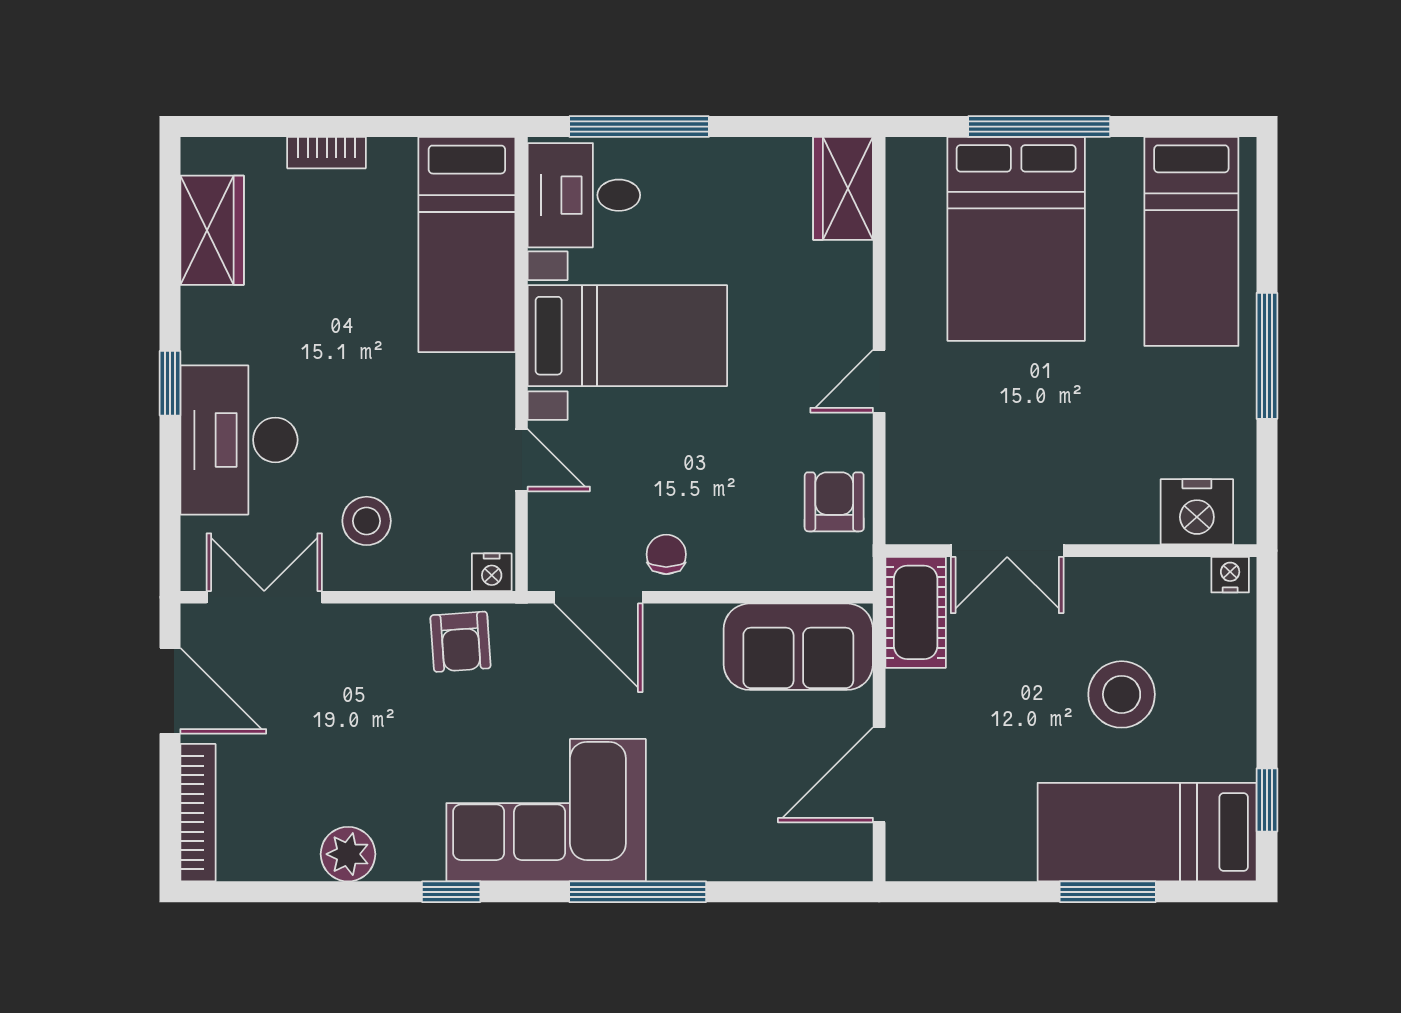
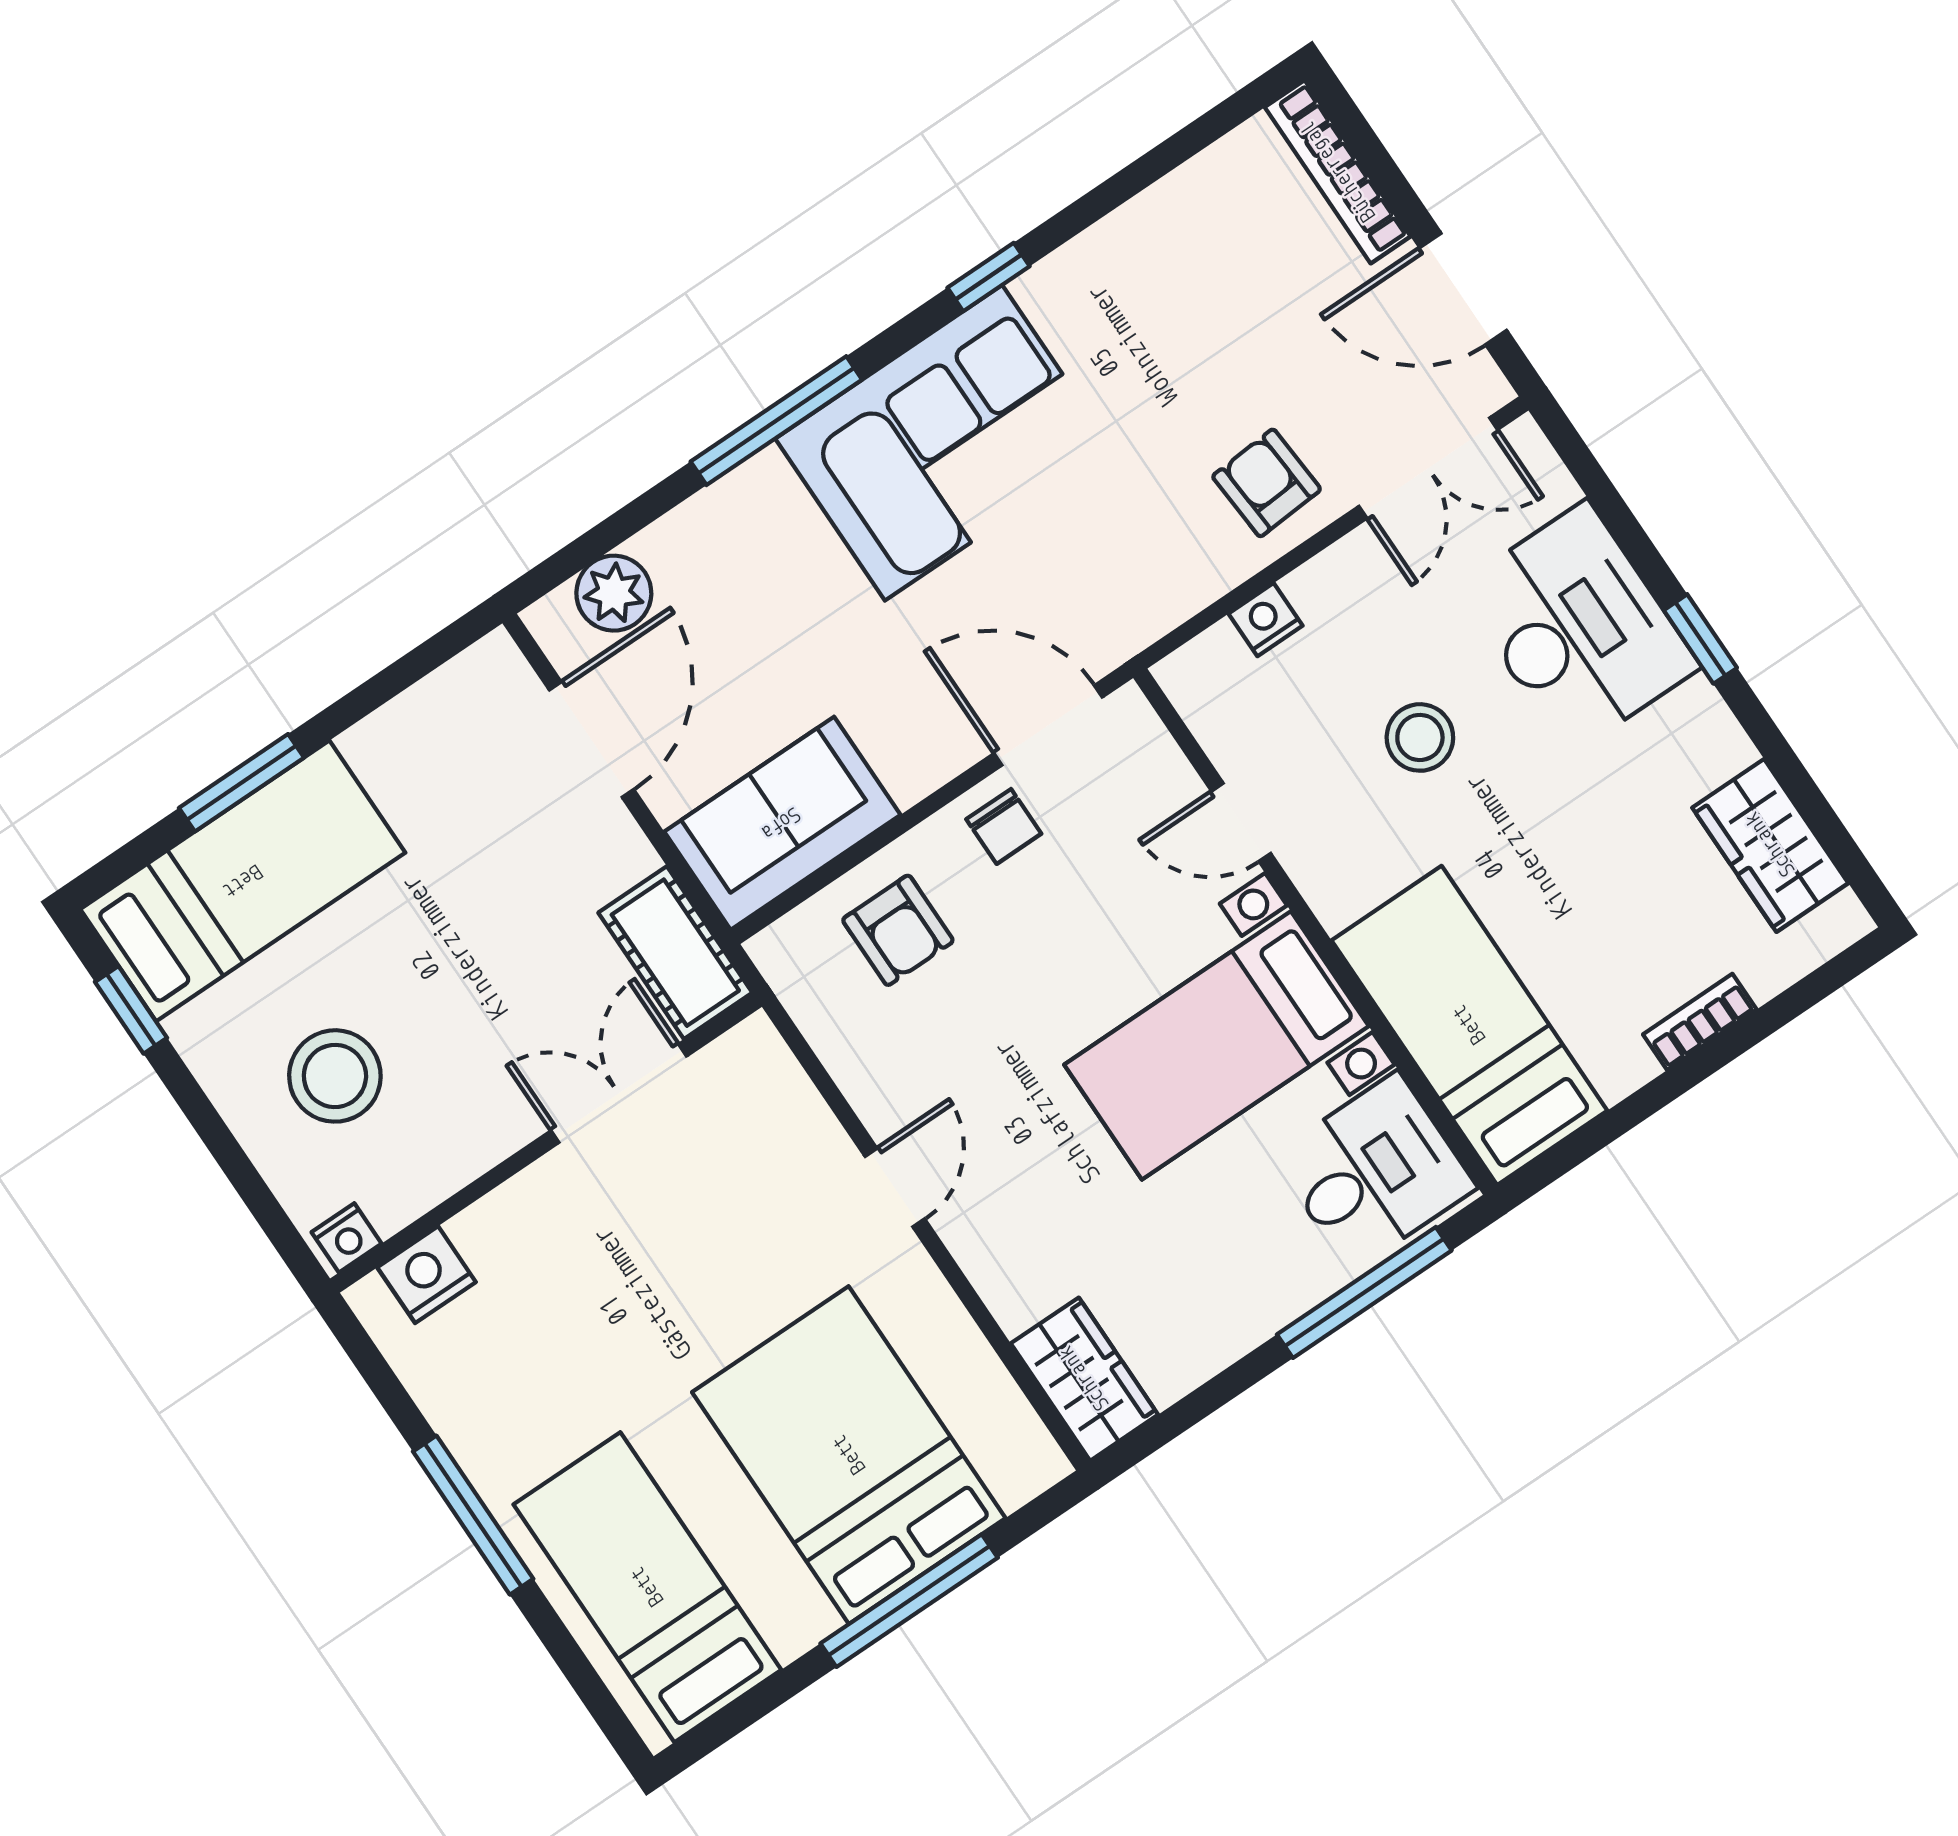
armchair: (834, 502) -> (898, 930), moved
nightstand: (1197, 512) -> (427, 1275), width x0.74, depth x0.75
stool: (367, 521) -> (1420, 737), moved
nightstand: (492, 572) -> (1266, 620), moved
armchair: (461, 642) -> (1267, 483), moved
stool: (1122, 694) -> (335, 1076), moved
plant: (348, 854) -> (614, 593), moved

